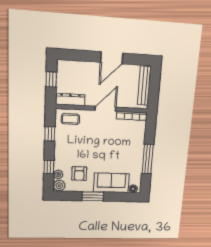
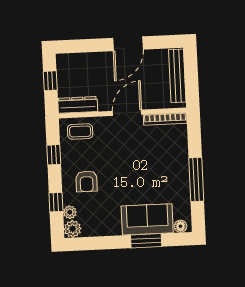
armchair: (79, 174) -> (87, 181), moved
window: (93, 196) -> (146, 241), moved

